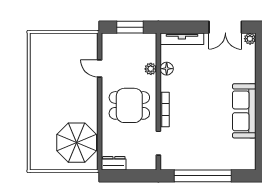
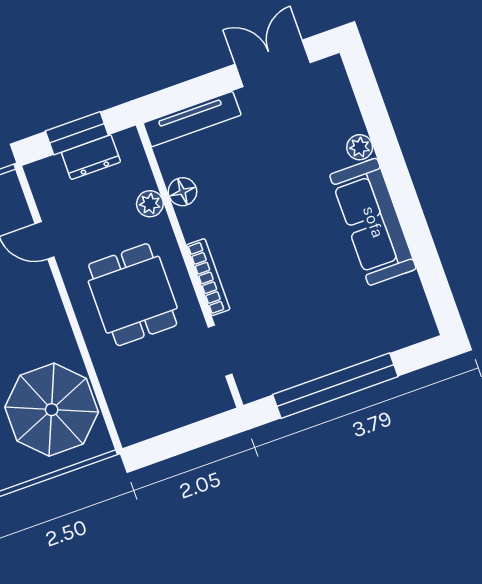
double door: (225, 27) -> (273, 63), swing flipped
plant: (250, 39) -> (360, 147), moved
dining table: (129, 105) -> (133, 295), turned 90
dresser: (114, 163) -> (91, 157), moved, turned 180

